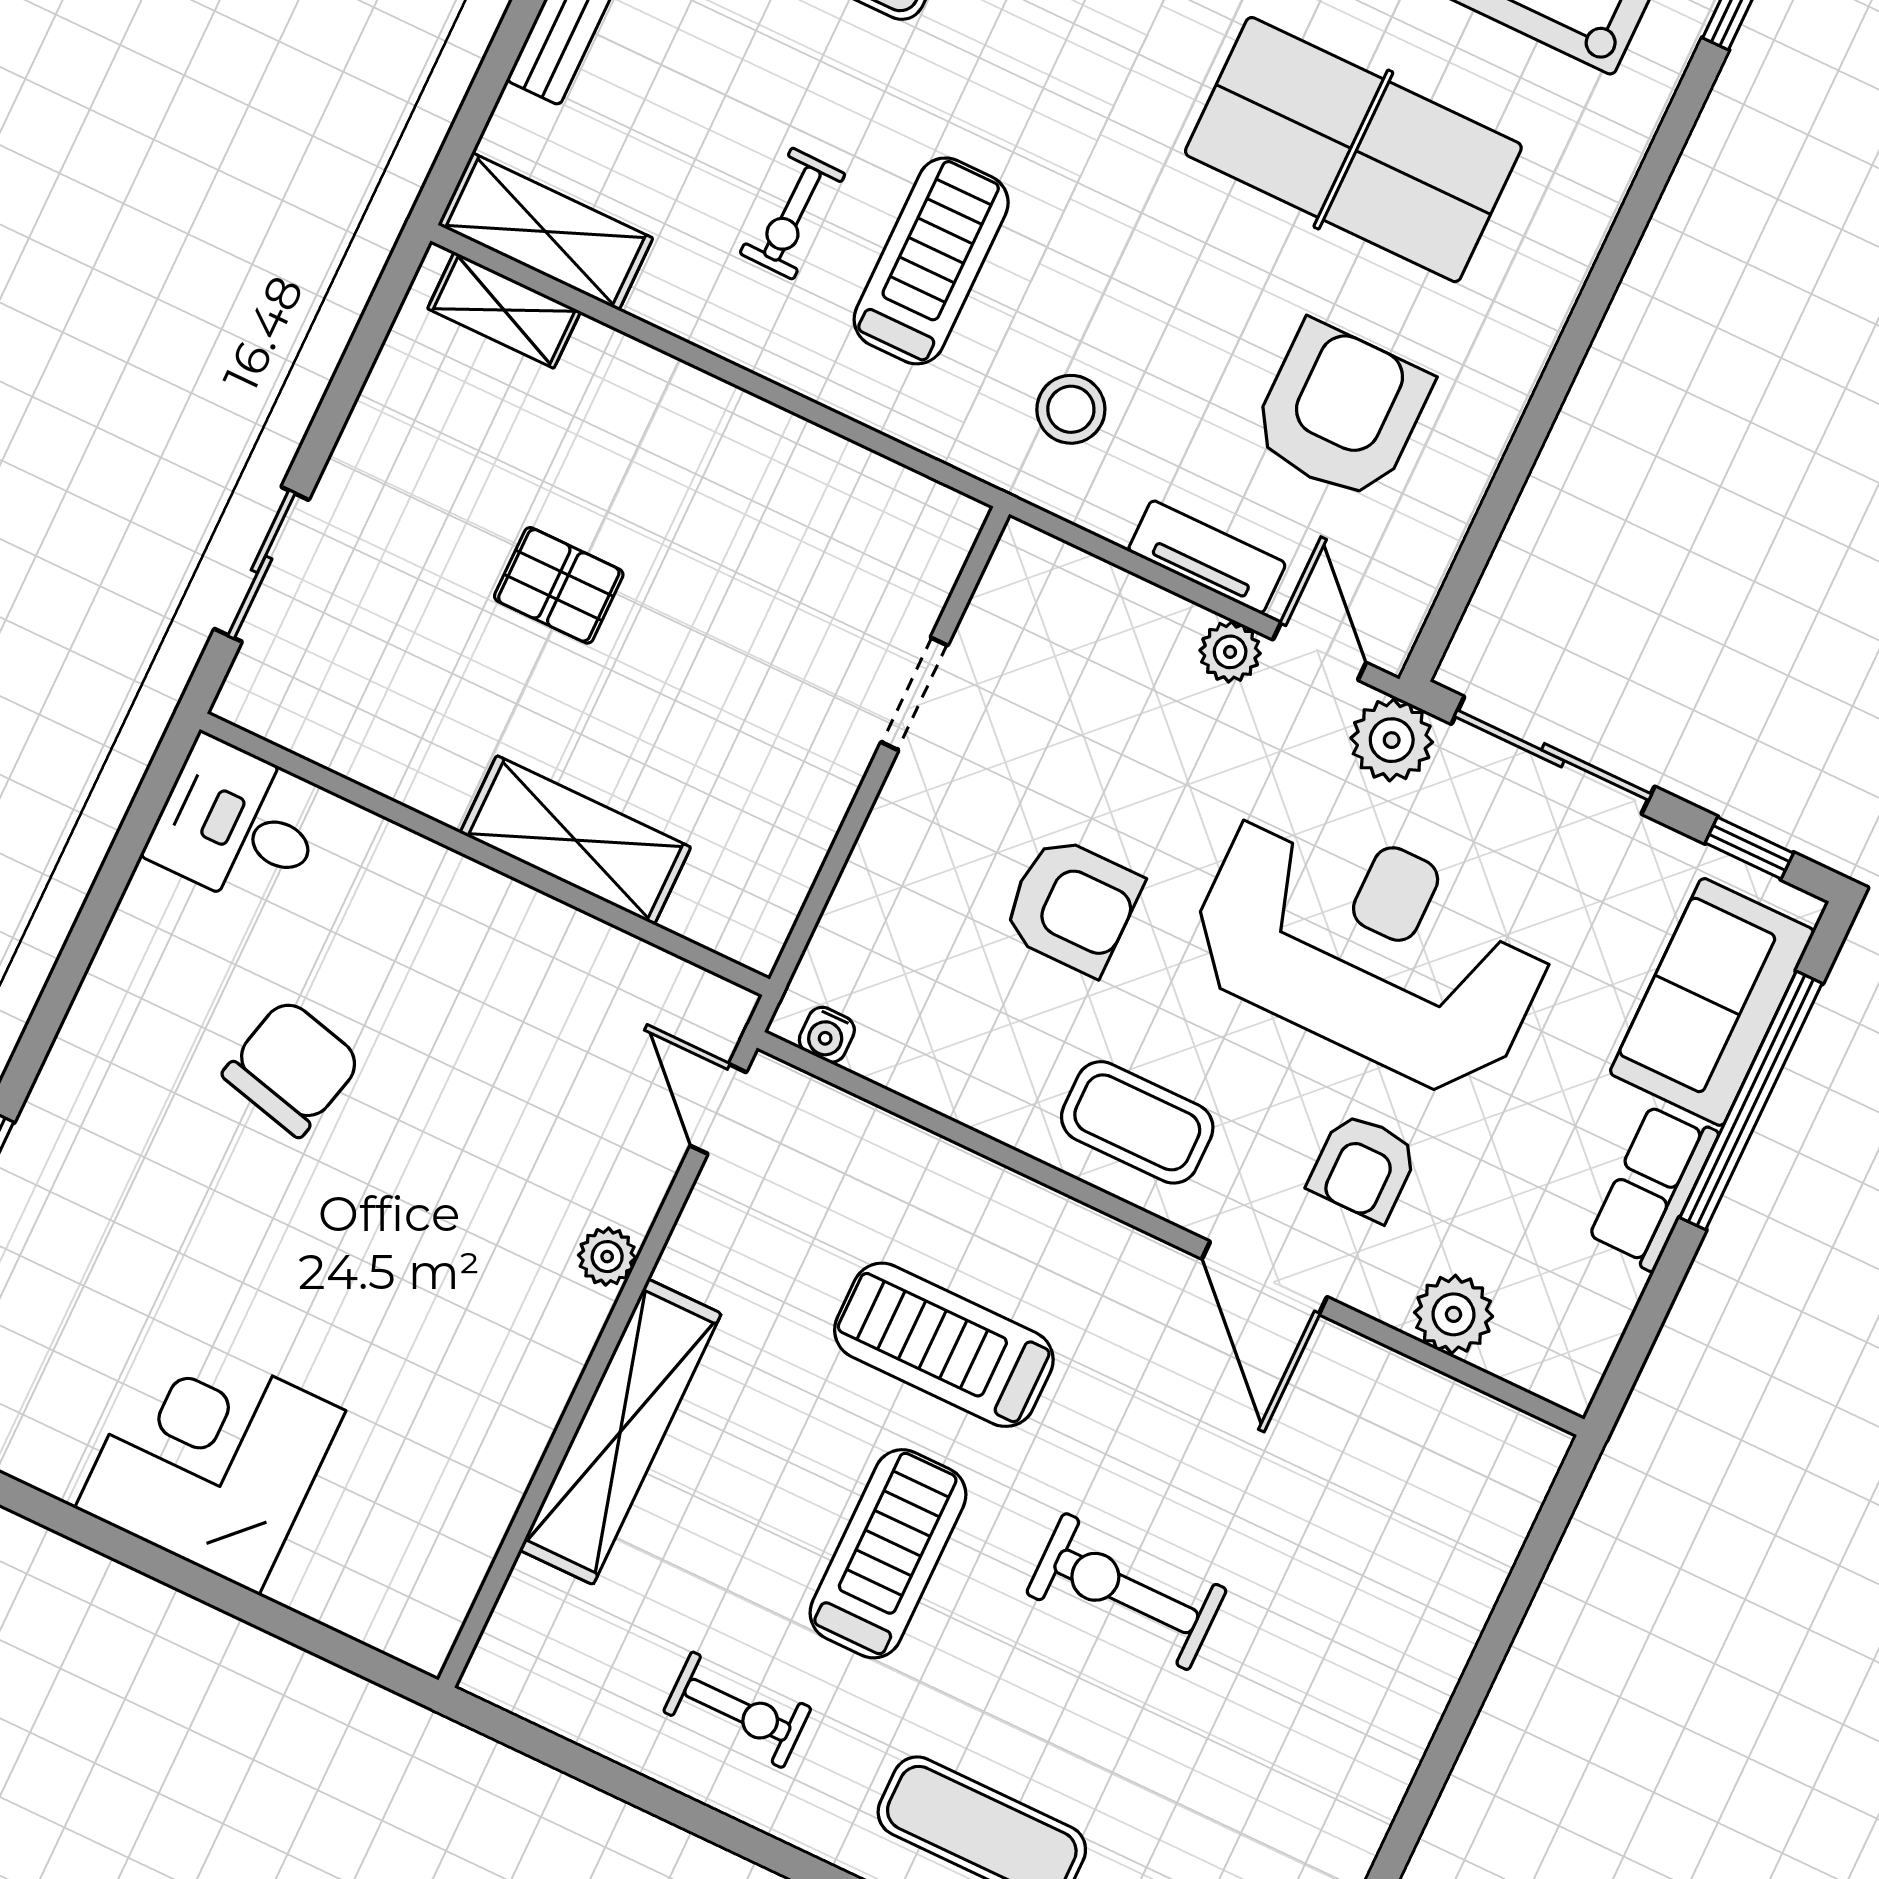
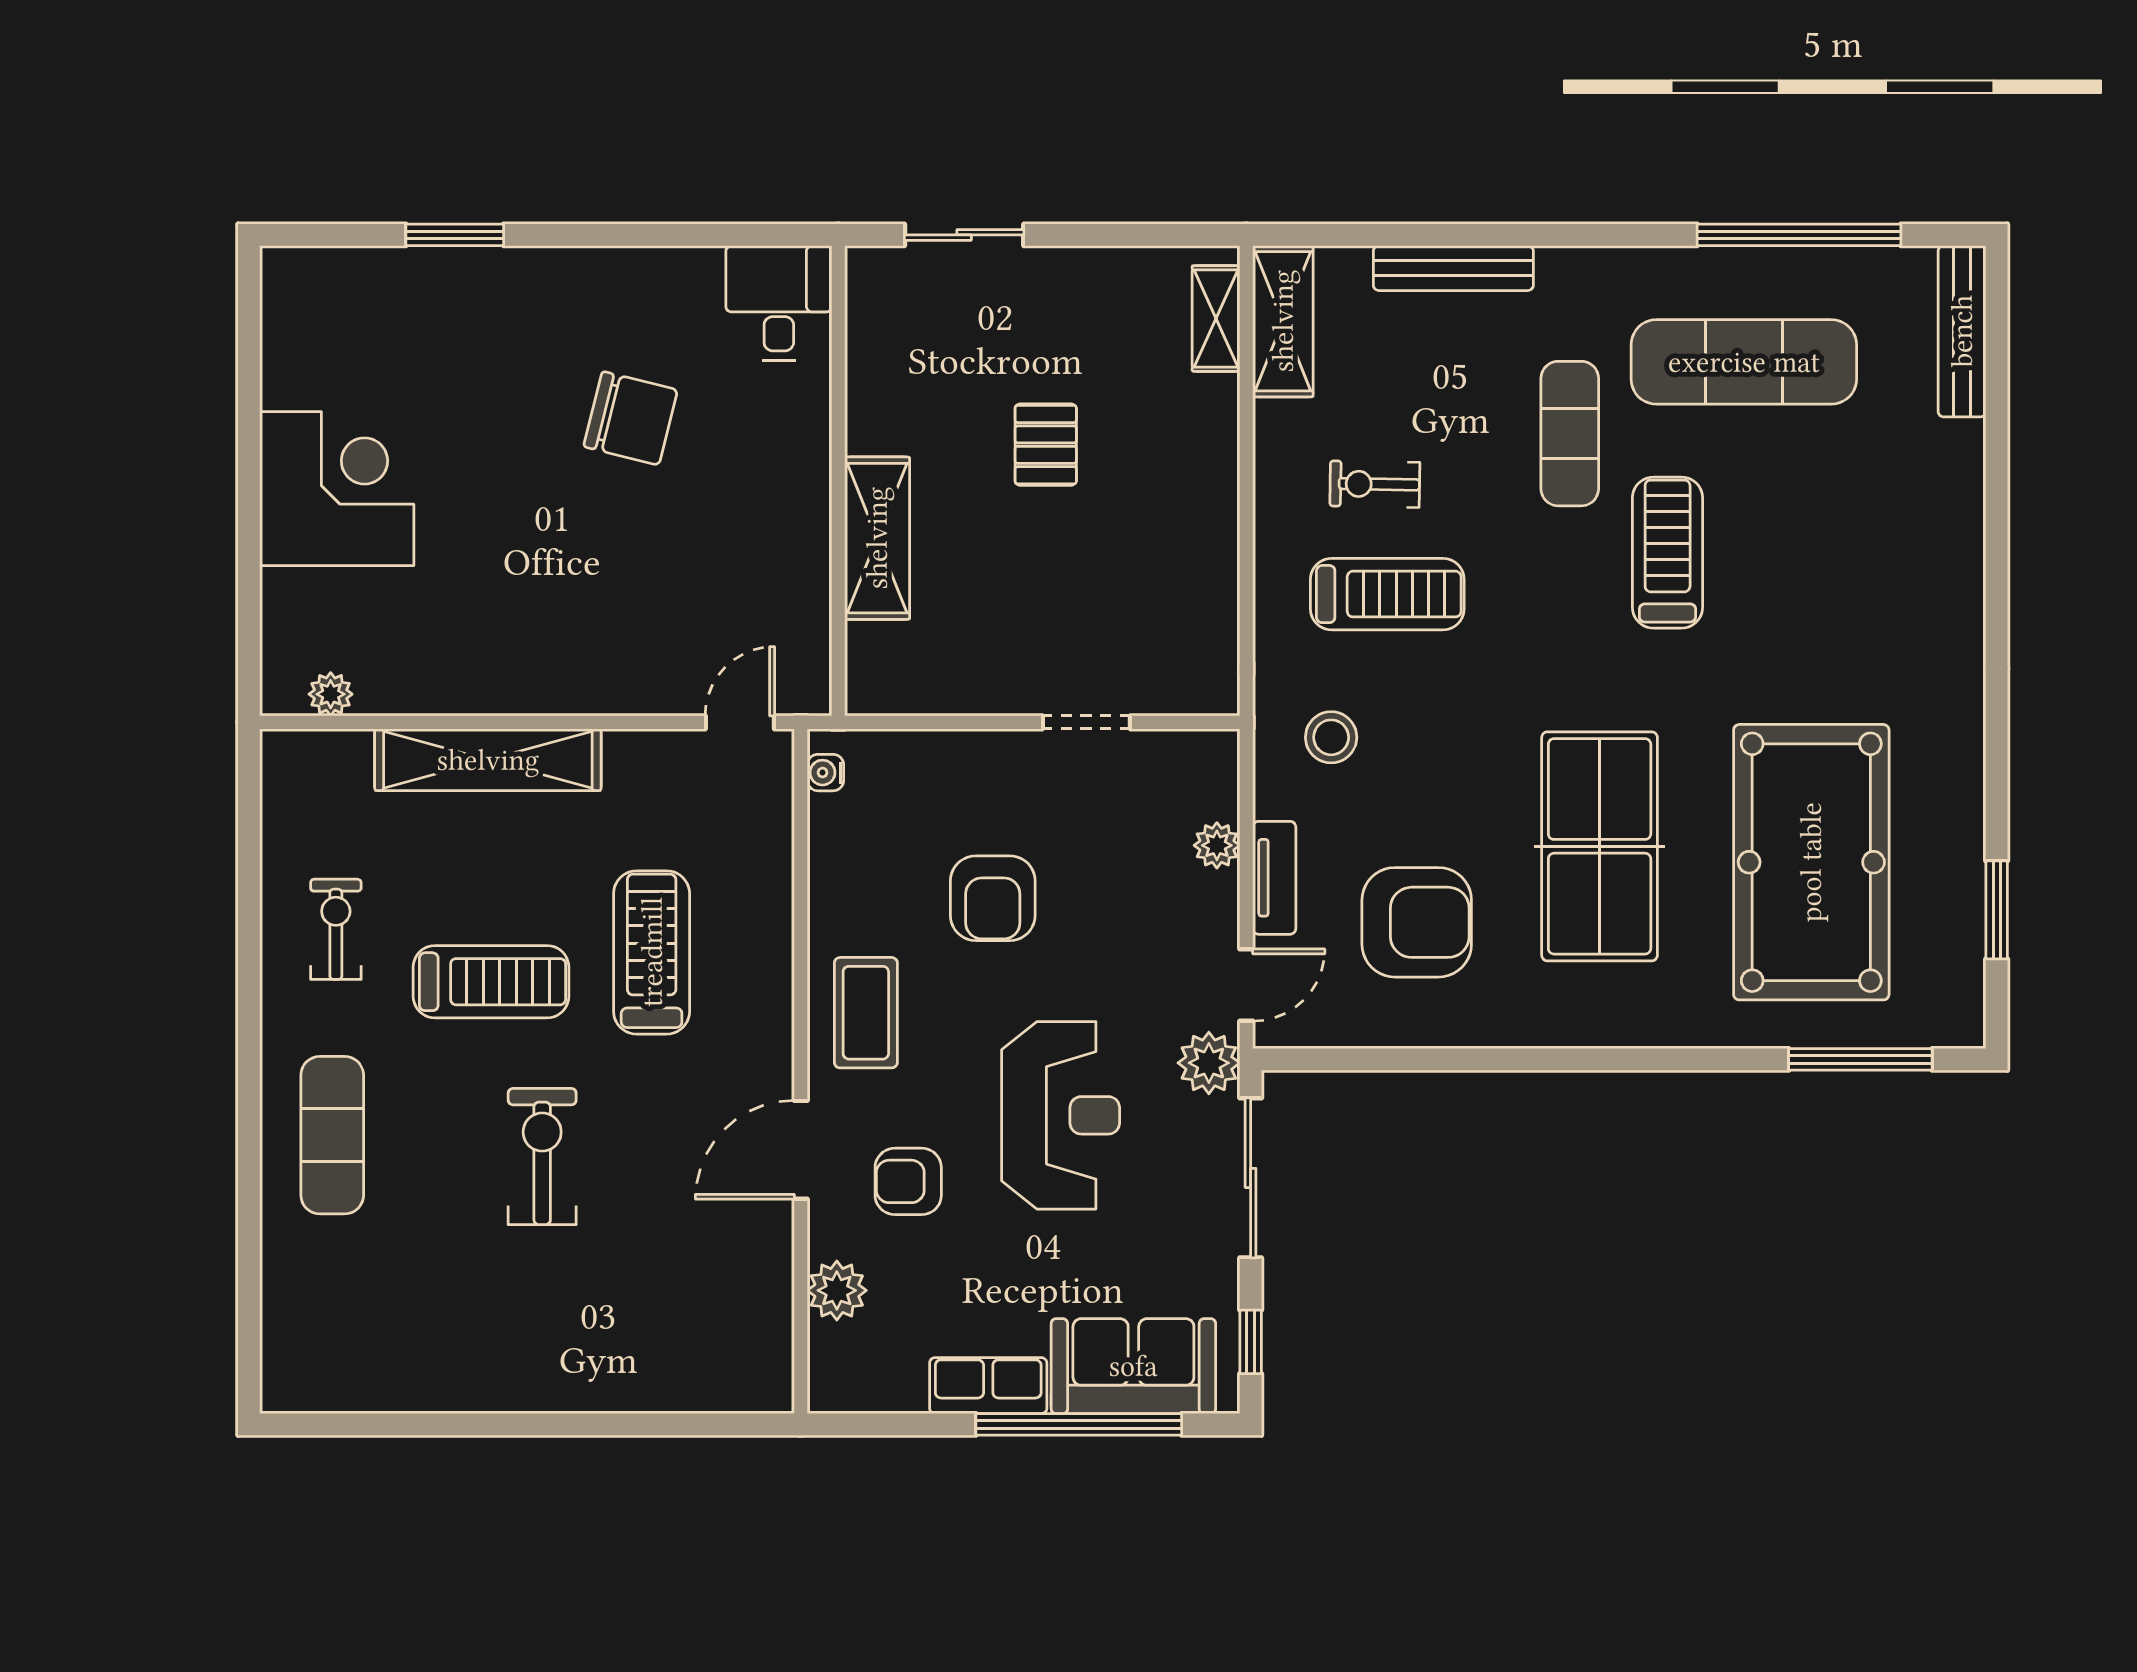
plant: (1230, 652) -> (1217, 845), moved
reception desk: (1370, 947) -> (1061, 1115), width x0.74, depth x0.77
plant: (607, 1257) -> (331, 694), moved
exercise bike: (737, 1710) -> (336, 929), turned 180

